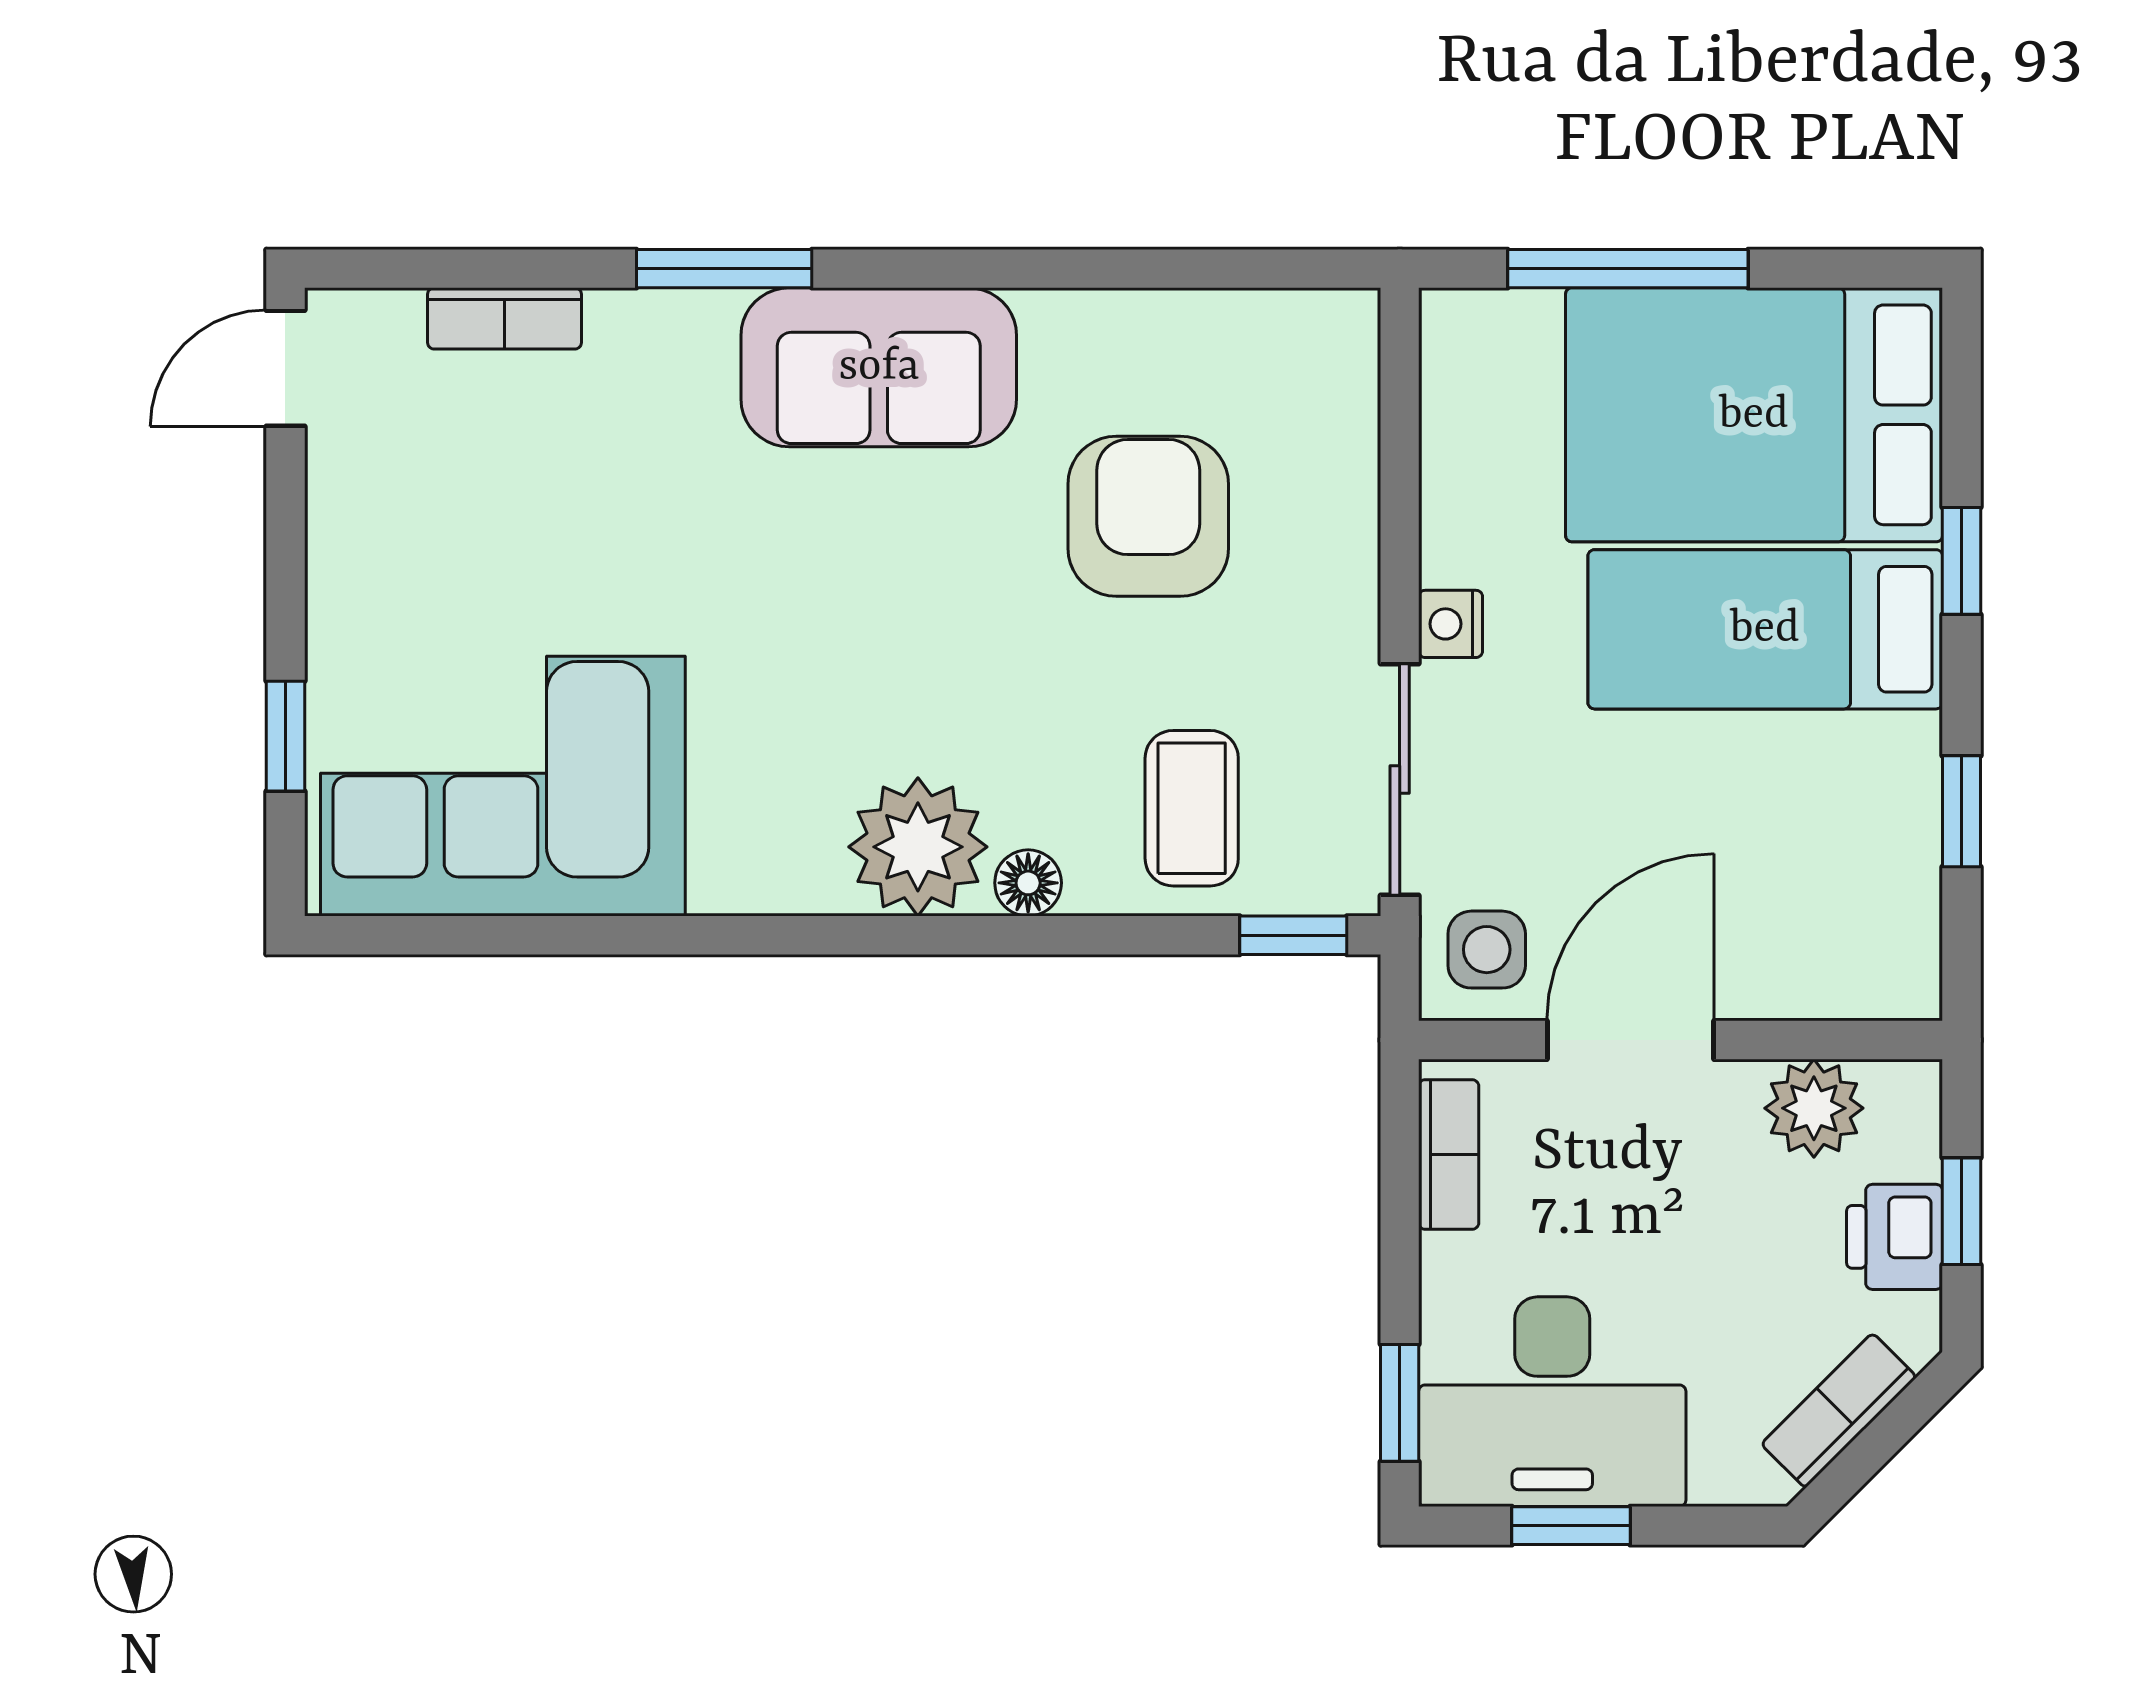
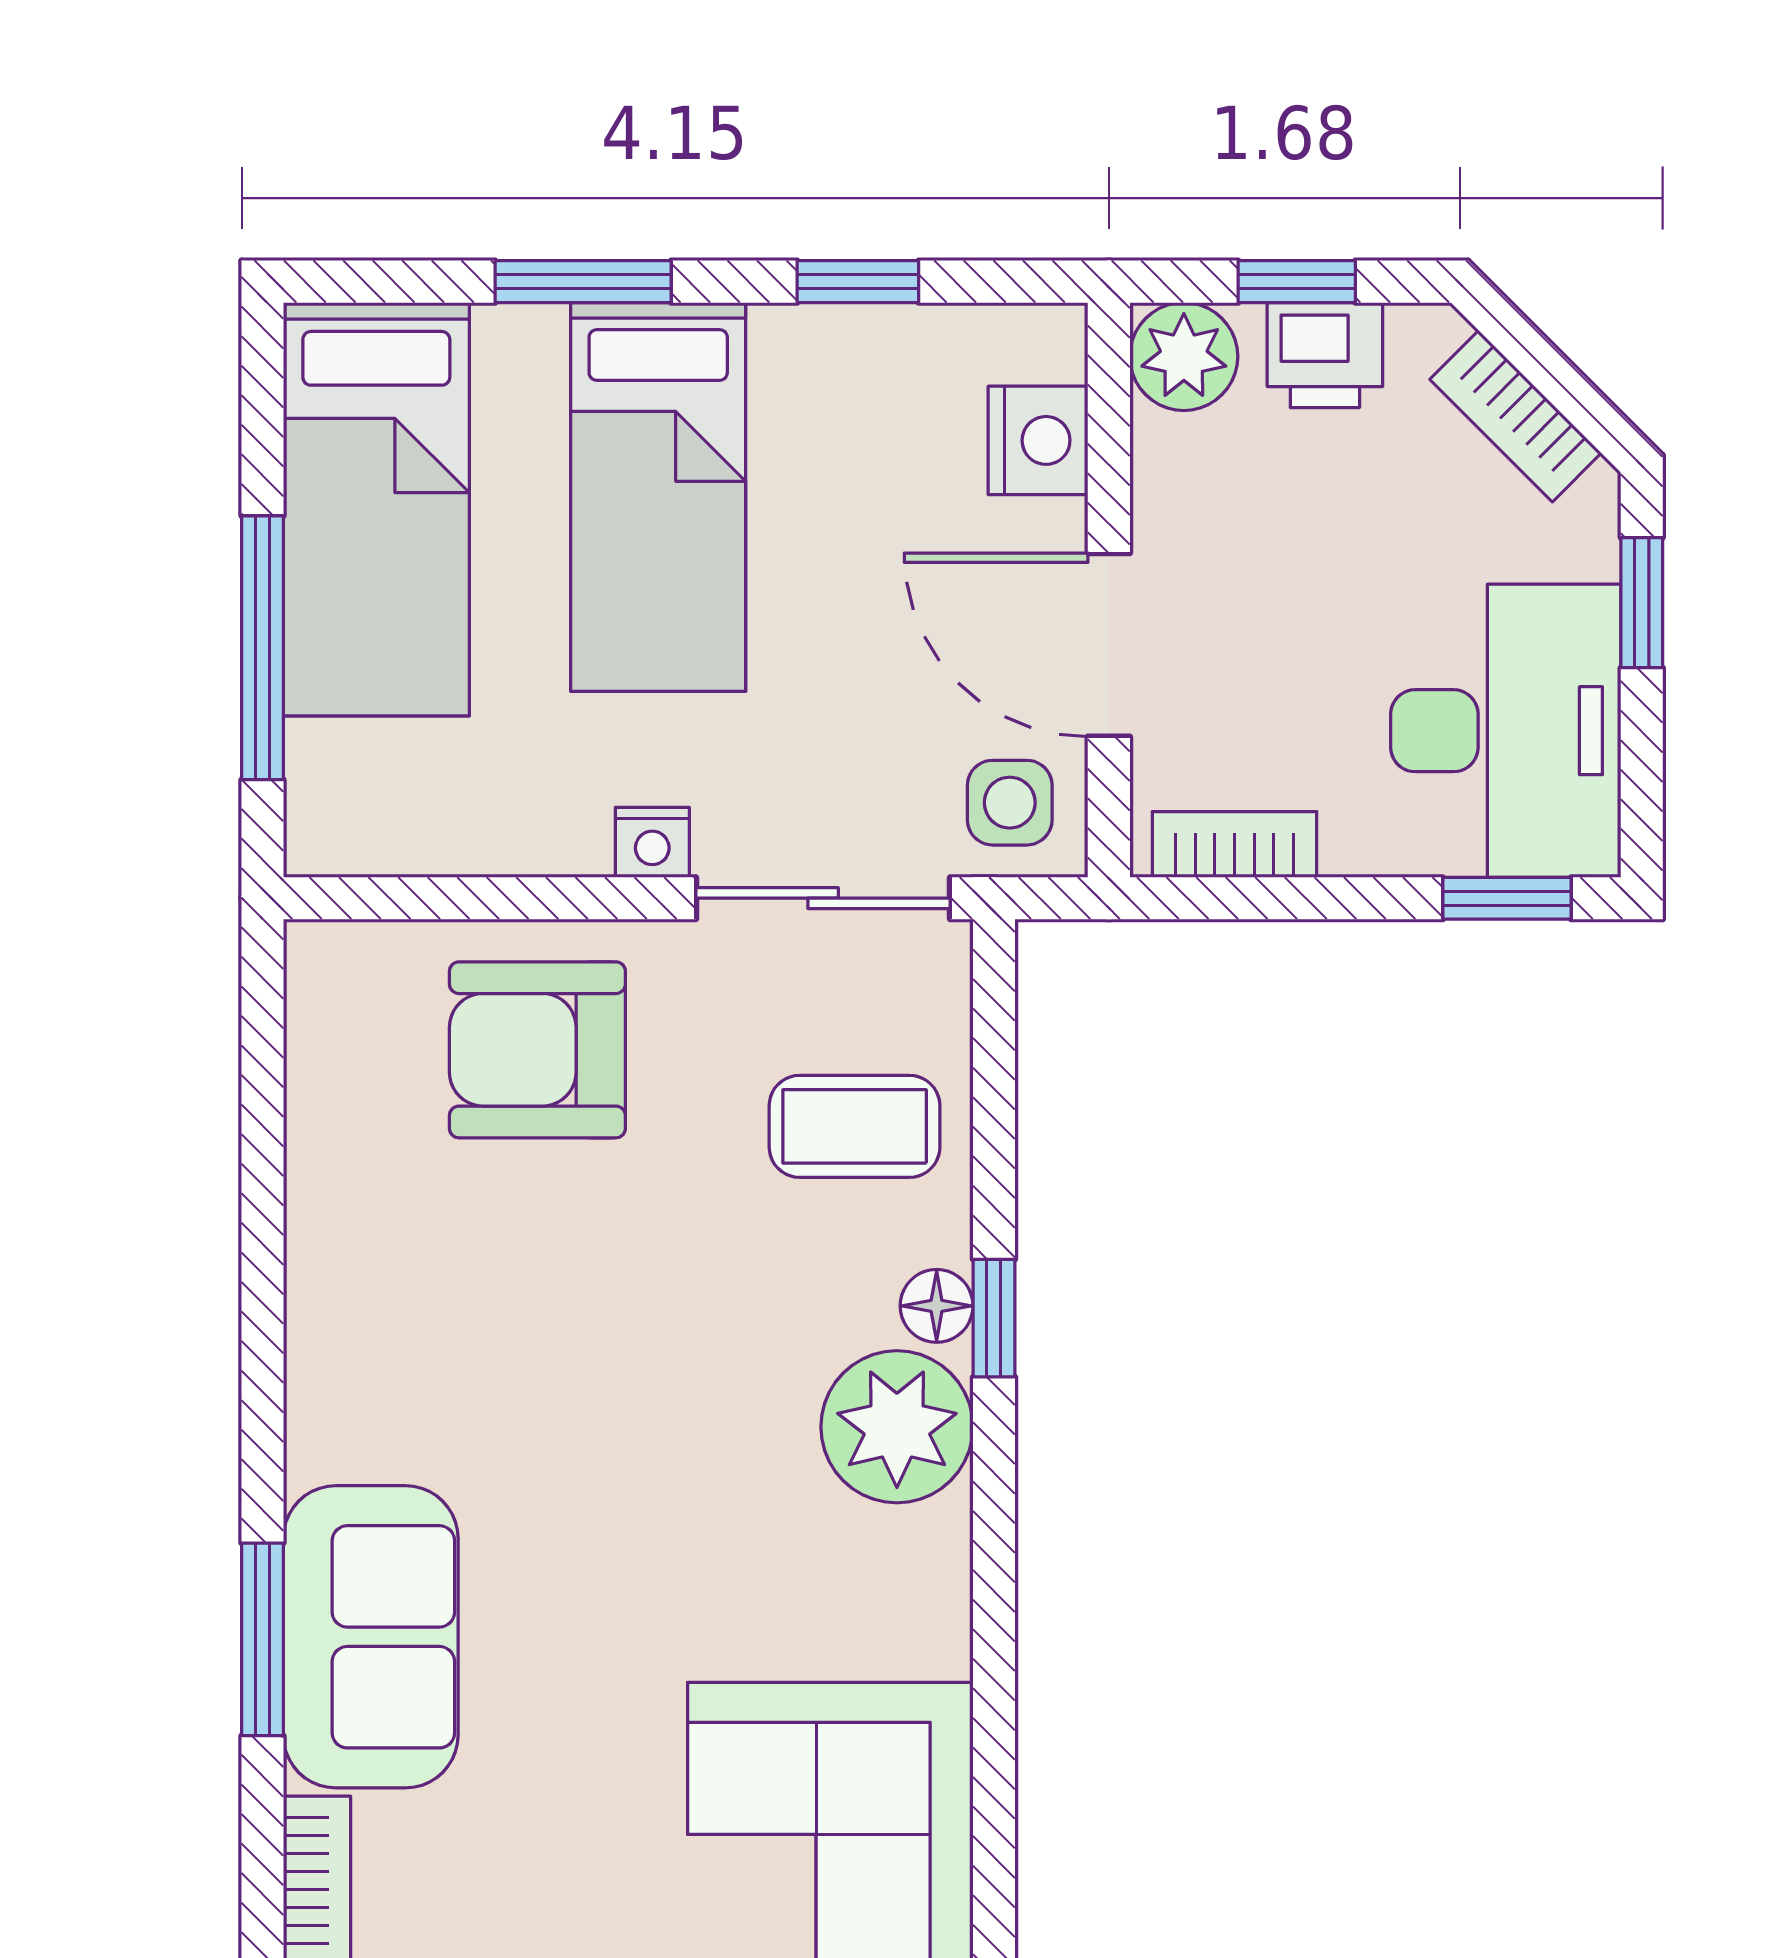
sofa: (879, 367) -> (371, 1637), moved
bed: (1754, 415) -> (376, 509), width x0.67
armchair: (1148, 516) -> (537, 1050), moved
window: (1962, 561) -> (583, 282), width x1.50
window: (1293, 935) -> (994, 1318), moved
nightstand: (1817, 975) -> (1038, 440), added
plant: (1814, 1108) -> (1184, 357), moved
window: (1571, 1526) -> (1642, 603), moved

